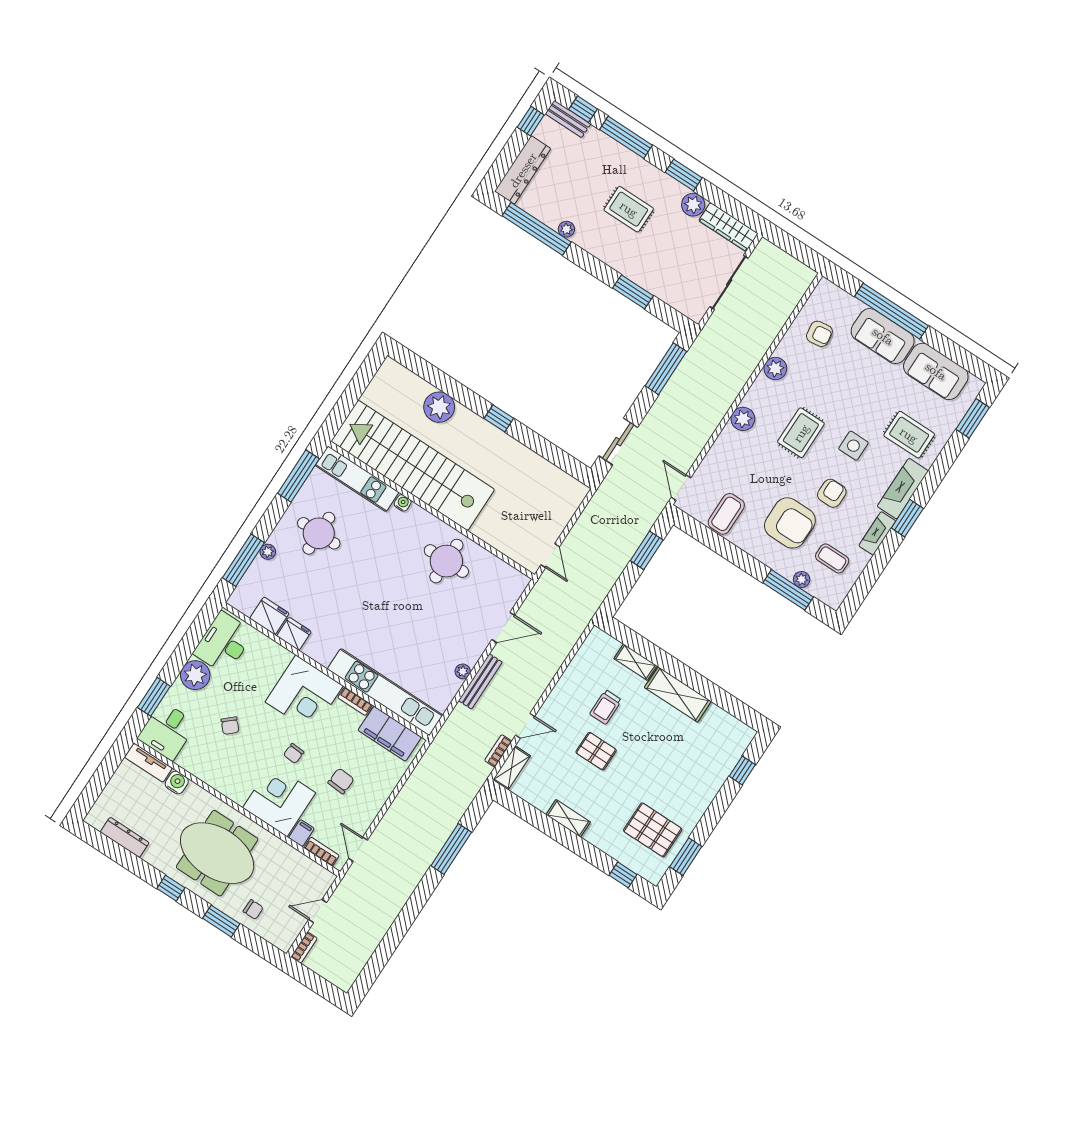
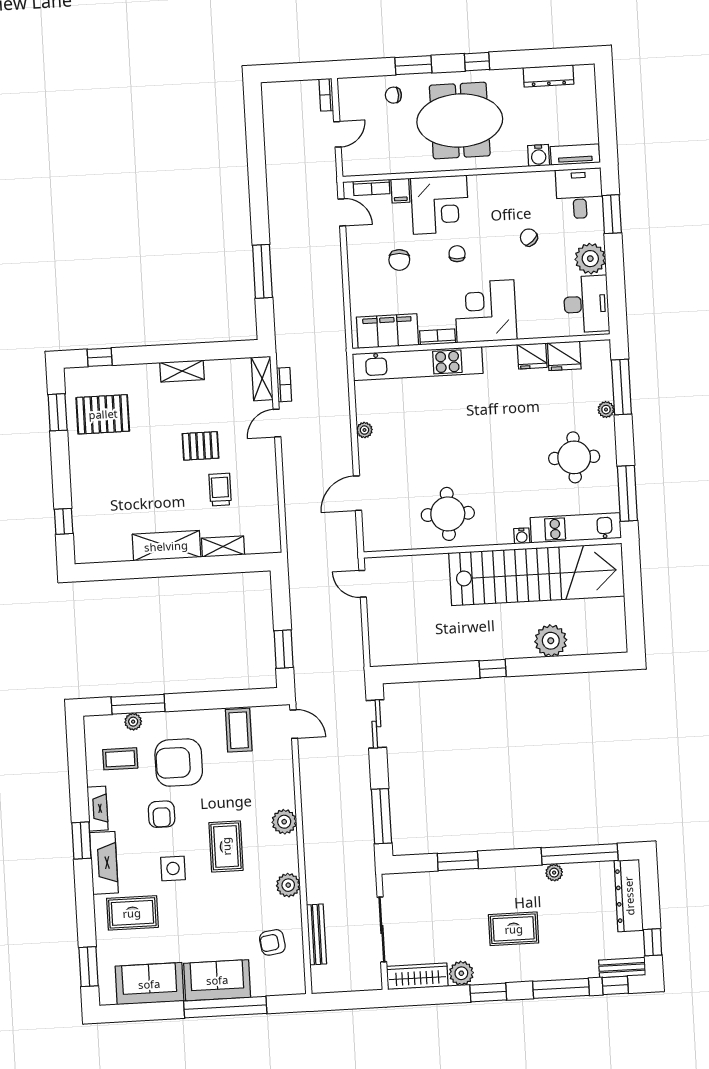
bench: (480, 681) -> (316, 934), moved

